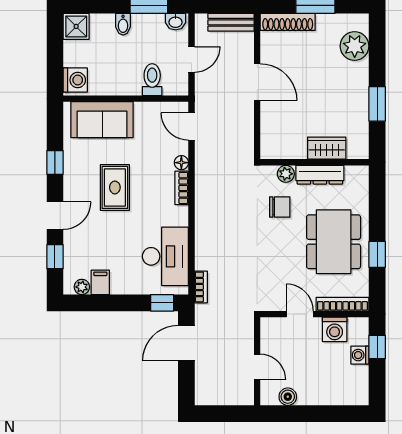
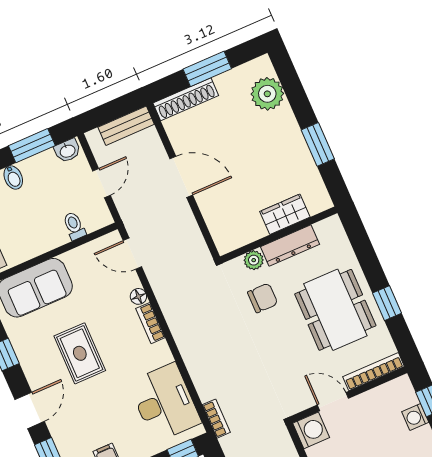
toilet: (152, 80) -> (74, 226), width x0.73, depth x0.72
washing machine: (335, 329) -> (311, 430), moved, turned -90

